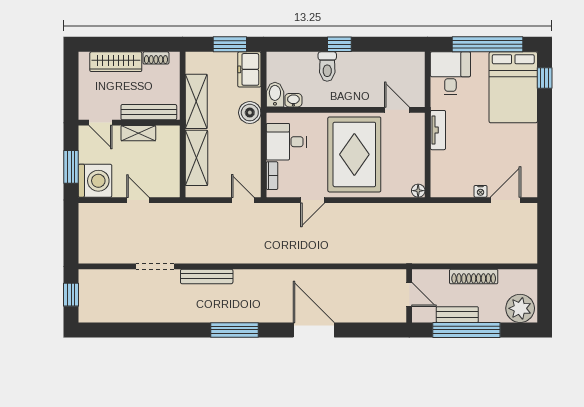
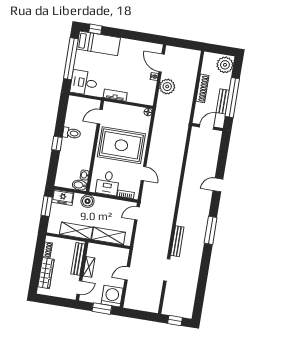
toilet: (327, 67) -> (72, 133), moved
bed: (513, 87) -> (99, 43), width x0.67
plant: (467, 216) -> (167, 87), added
door: (314, 330) -> (218, 185), width x0.53

